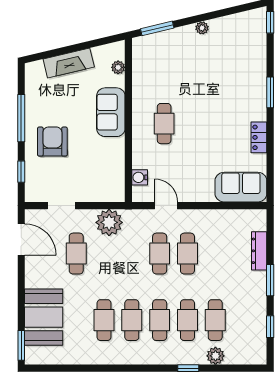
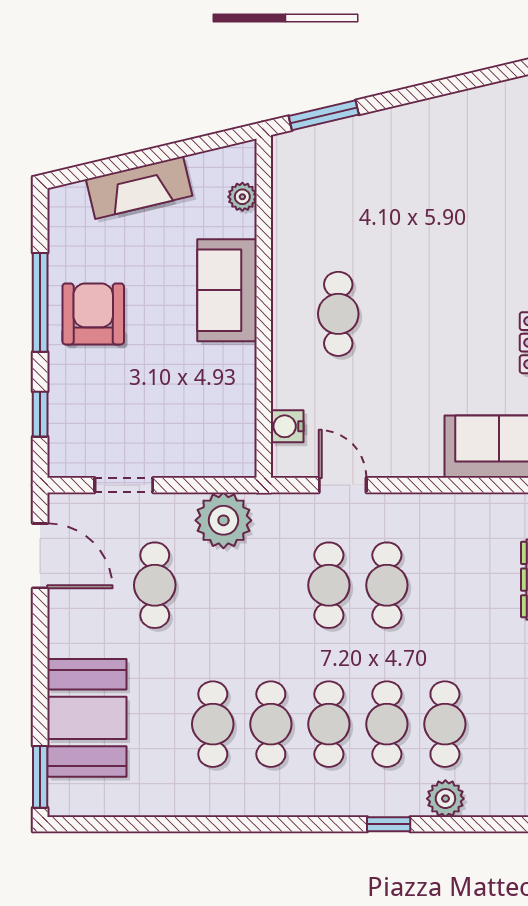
plant: (202, 28) -> (417, 114), removed
armchair: (52, 142) -> (93, 314), moved

